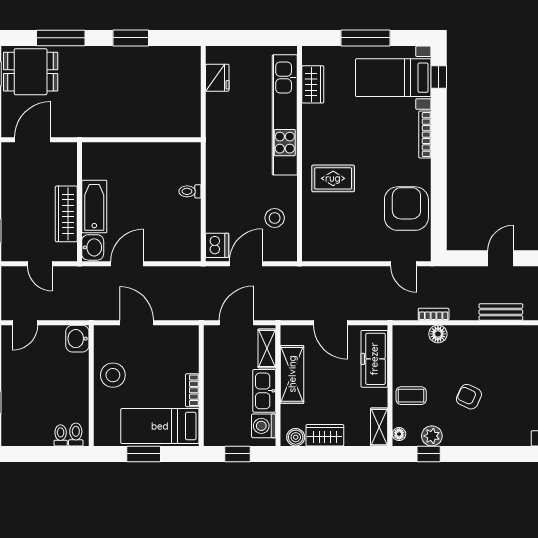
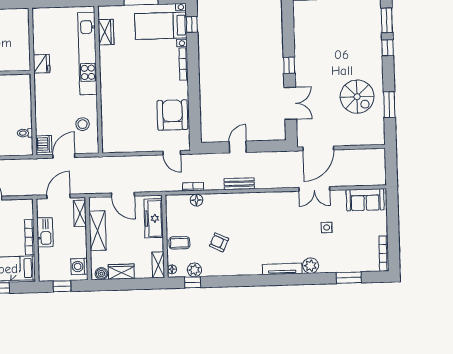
fridge: (217, 78) -> (42, 64), moved
rug: (333, 178) -> (122, 96), removed
toilet: (190, 191) -> (25, 133), moved
bookcase: (192, 390) -> (30, 237), width x1.56
kitchen sink: (264, 391) -> (45, 232), moved, turned 180

